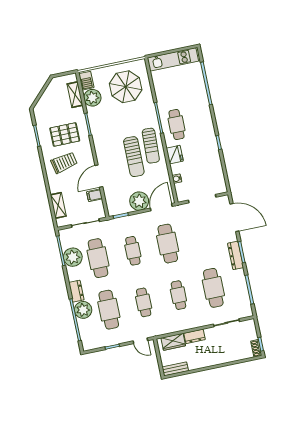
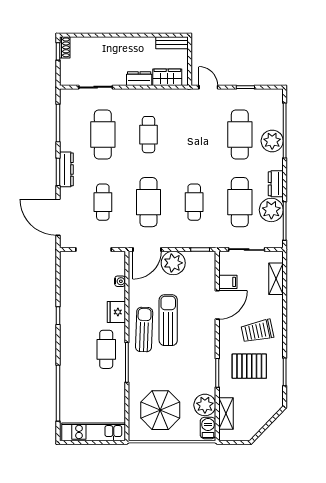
dresser: (76, 291) -> (276, 184), moved
cafe table: (144, 302) -> (103, 202), moved

